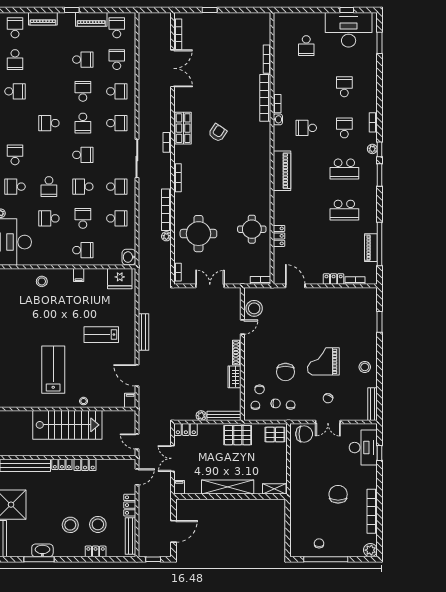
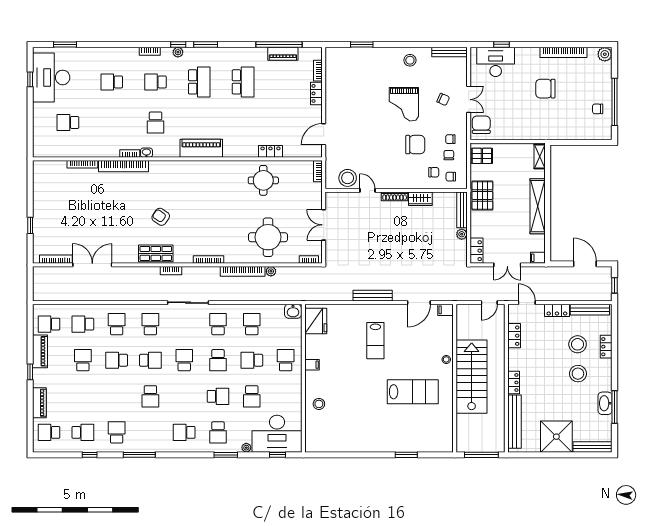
school desk: (306, 46) -> (68, 122), turned 180
lab bench: (53, 370) -> (413, 392), turned 180
pallet: (275, 435) -> (482, 156), turned 90
locker: (85, 465) -> (514, 336), moved

